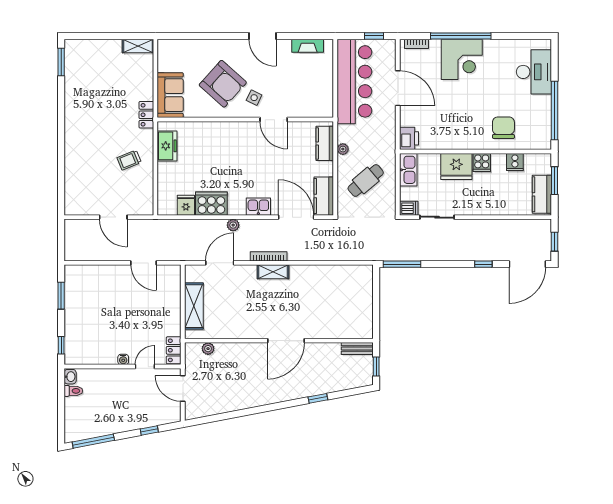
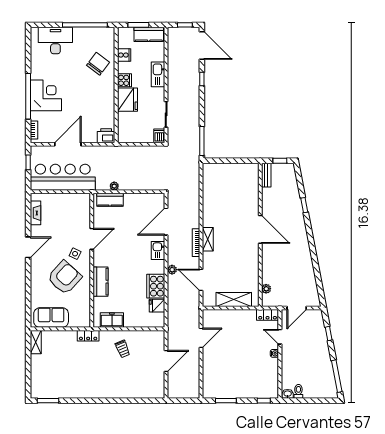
sofa: (170, 95) -> (51, 318), moved
chair: (503, 128) -> (98, 64), turned 127
kitchen sink: (408, 170) -> (158, 74), moved, turned -90
cafe table: (366, 180) -> (138, 169), removed
kitchen counter: (324, 196) -> (100, 282), moved, turned -90

